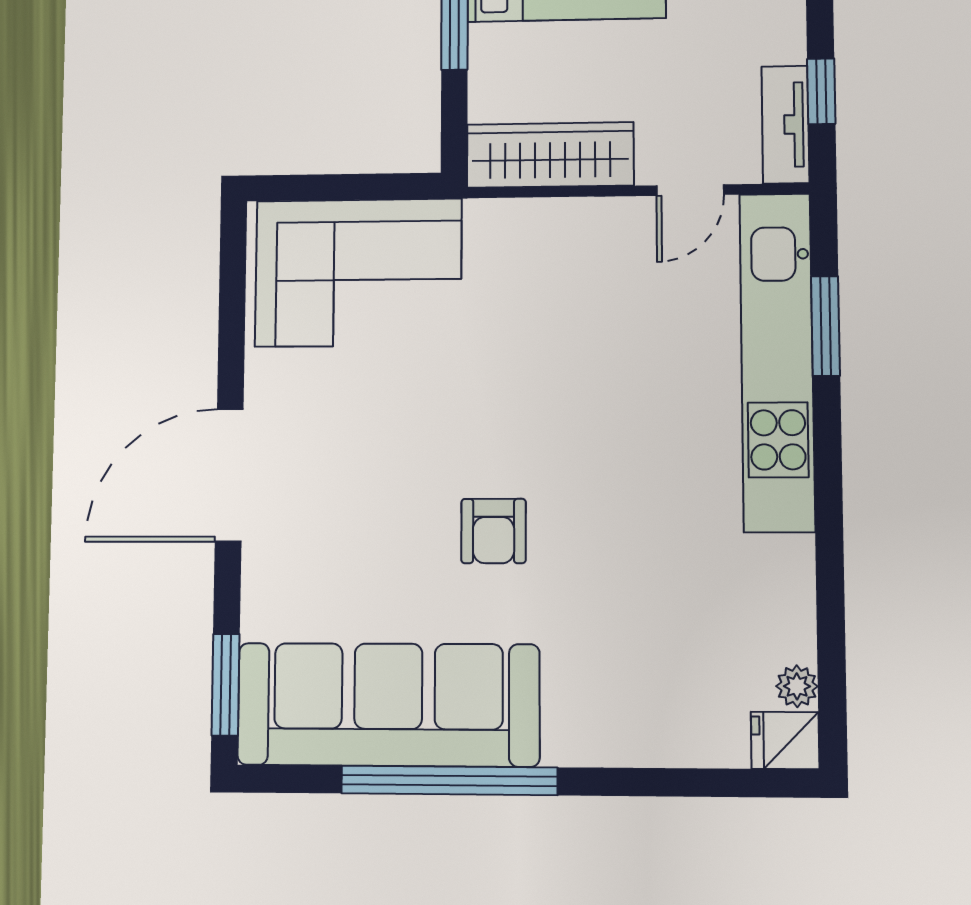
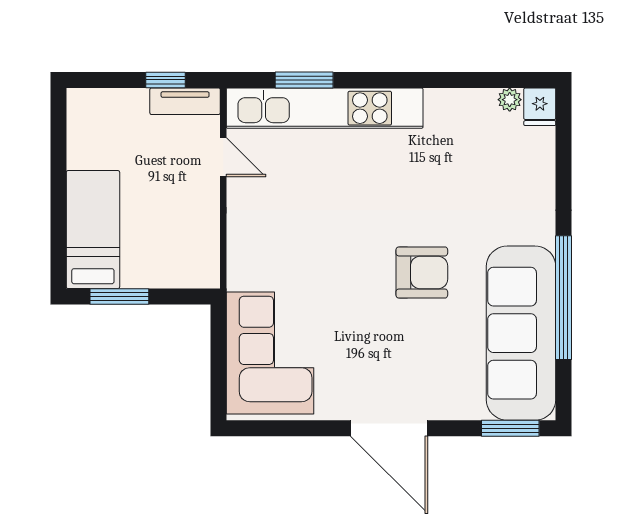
wardrobe: (550, 155) -> (201, 239), removed
armchair: (494, 531) -> (422, 272), width x1.38, depth x1.38

